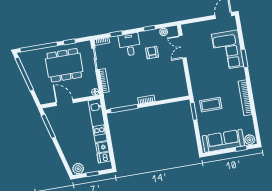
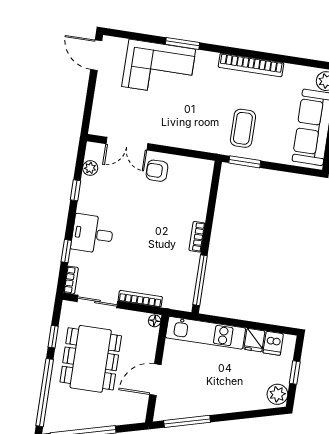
armchair: (152, 53) -> (157, 171), moved

